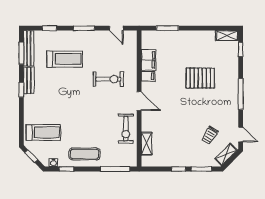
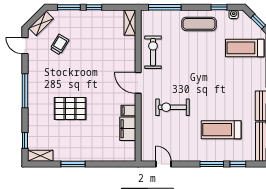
window: (84, 28) -> (212, 164), moved
window: (167, 28) -> (73, 164), moved
shelving: (147, 144) -> (130, 23), moved

